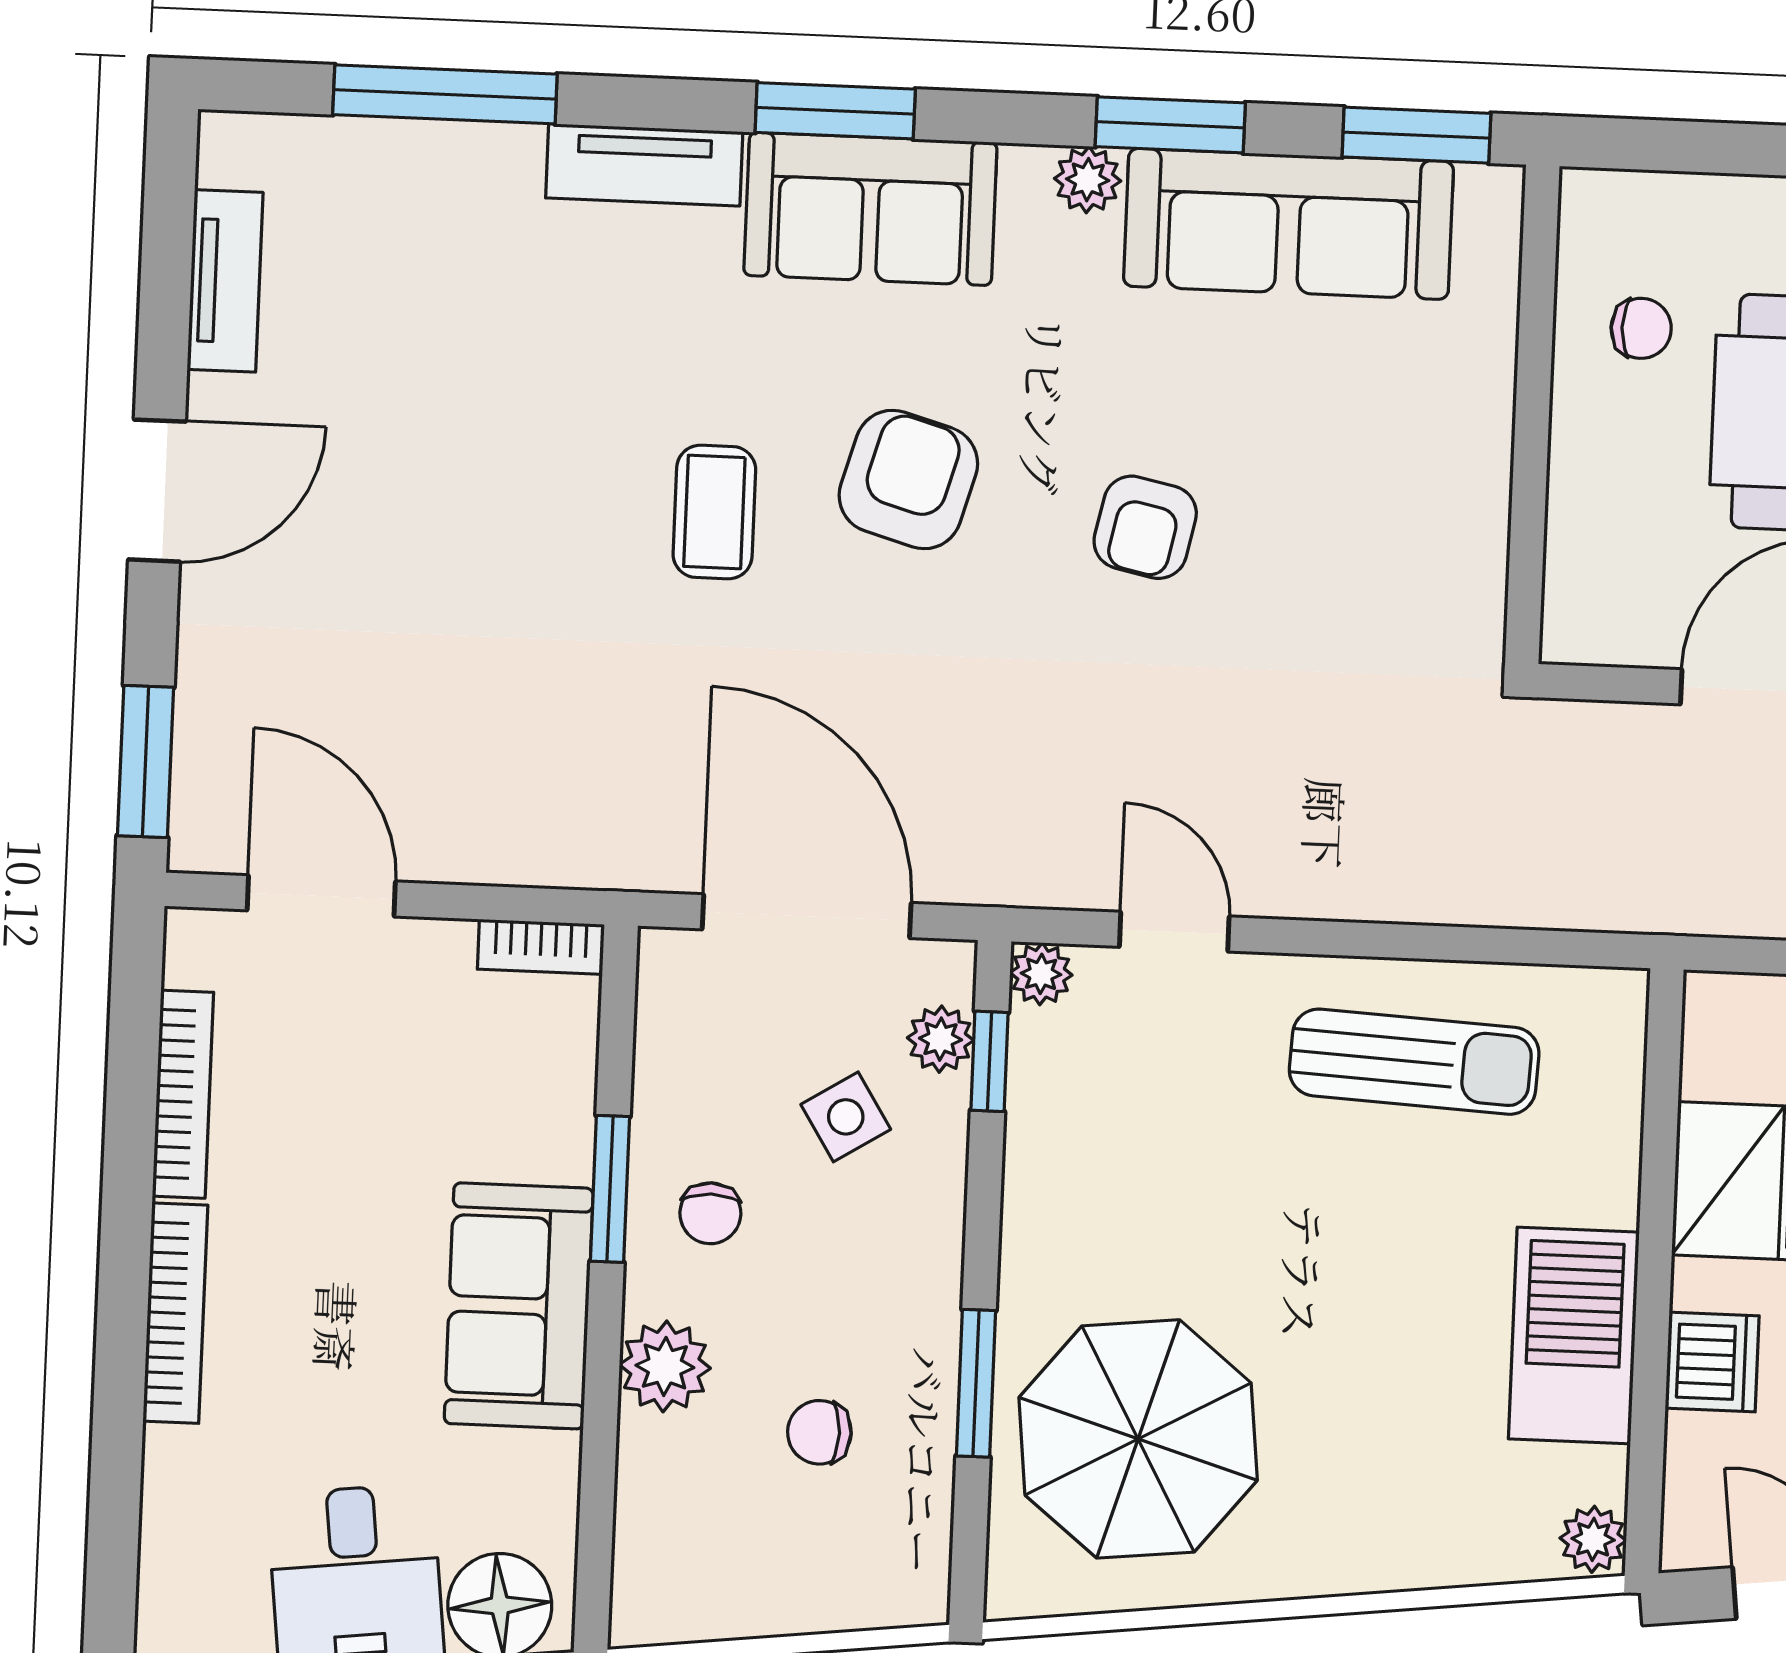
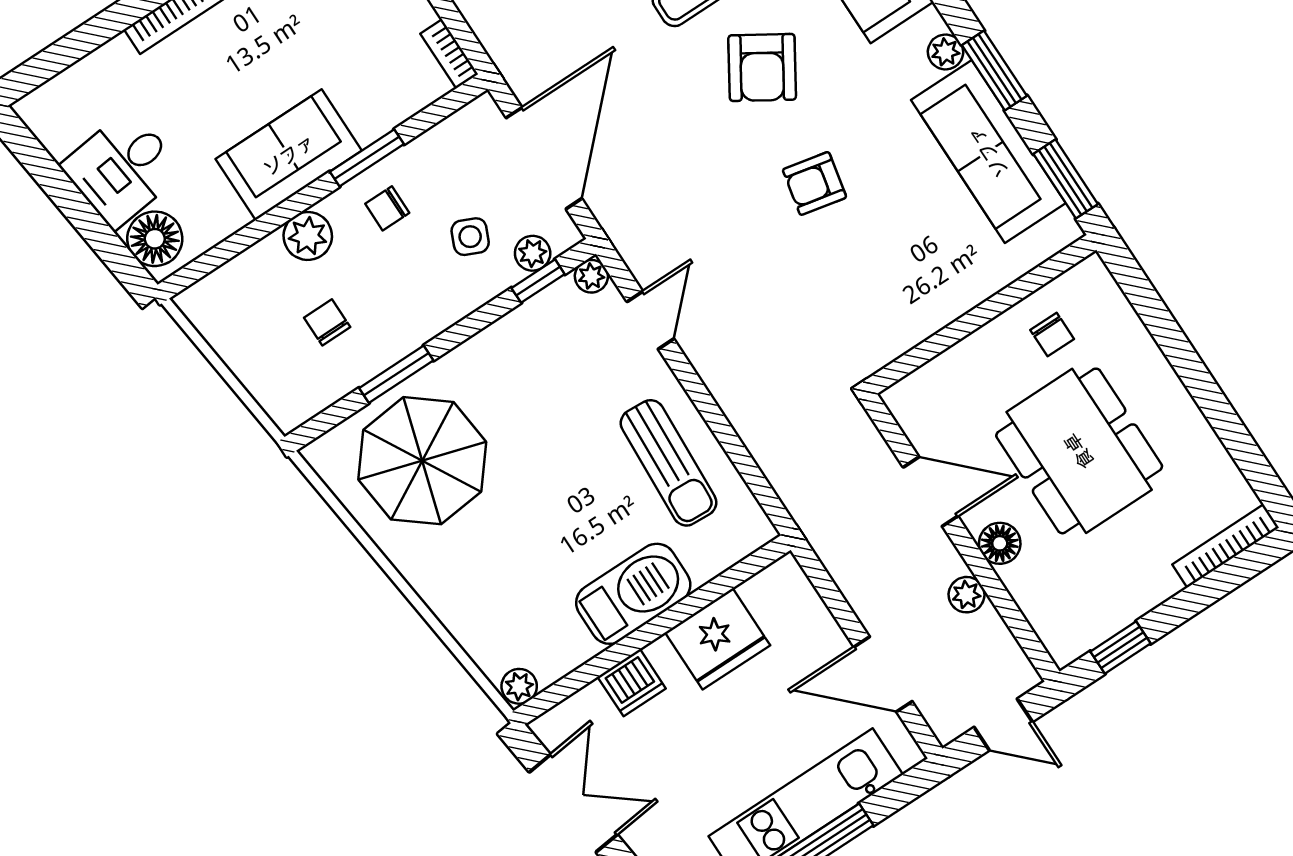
armchair: (908, 479) -> (762, 67), turned 106
side table: (846, 1117) -> (470, 237), turned -34
barbecue: (1574, 1336) -> (633, 594), moved

